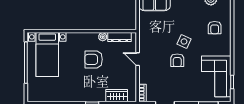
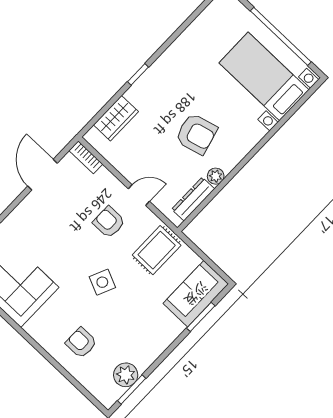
rug: (152, 32) -> (157, 250), added
armchair: (94, 59) -> (196, 134), turned 75
armchair: (177, 60) -> (109, 222), moved

